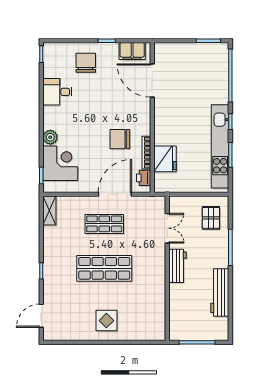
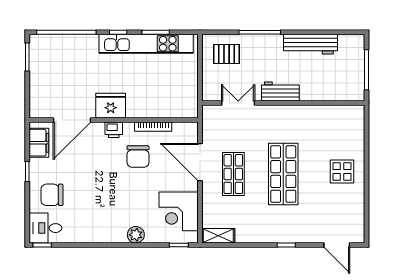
desk: (57, 92) -> (45, 228), moved, turned 90
fridge: (165, 159) -> (111, 106), moved
corner desk: (60, 163) -> (179, 211), moved, turned -90
printer: (144, 178) -> (114, 130), moved

